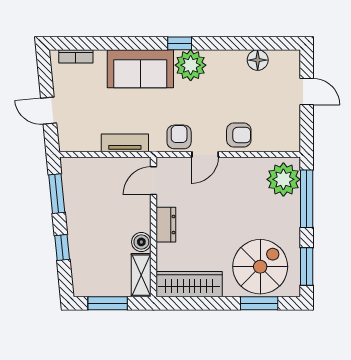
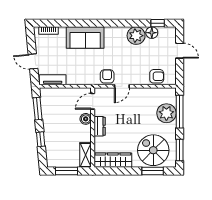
window: (180, 43) -> (158, 23), moved
plant: (191, 65) -> (136, 36), moved
armchair: (239, 135) -> (157, 76), moved
tv unit: (125, 143) -> (53, 80), moved
plant: (283, 179) -> (166, 113), moved
boiler: (141, 242) -> (86, 119), moved
spiral stairs: (260, 267) -> (153, 150), turned -90

